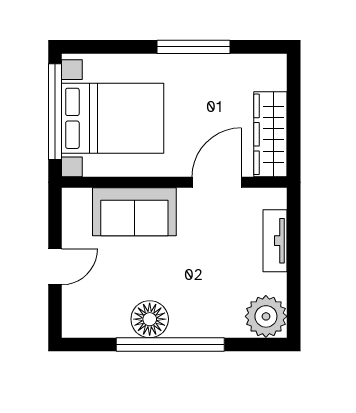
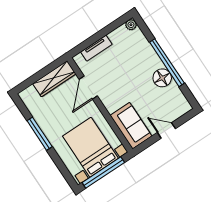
door: (217, 182) -> (88, 88), hinge flipped
sofa: (134, 212) -> (131, 126), moved
plant: (266, 316) -> (131, 25), width x0.53, depth x0.53

